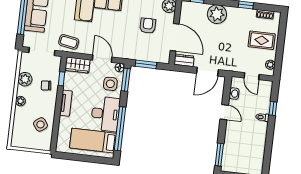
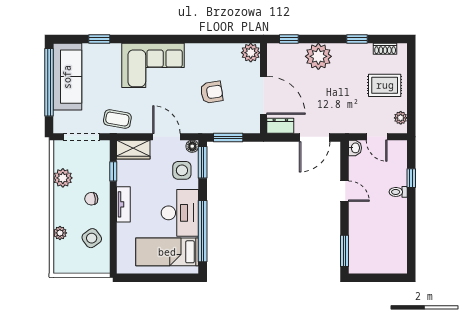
armchair: (148, 26) -> (212, 92), moved, turned 81
chair: (46, 85) -> (91, 199), moved
washbasin: (234, 94) -> (355, 148), moved
plant: (20, 101) -> (60, 233), moved

